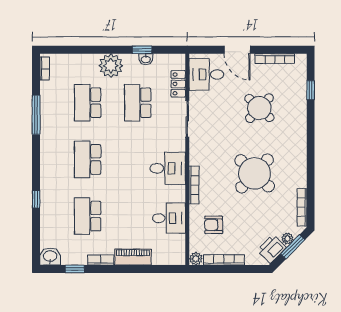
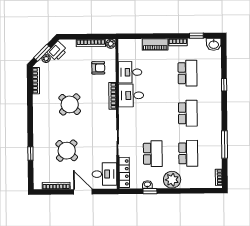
locker: (178, 84) -> (124, 172), width x1.53
window: (311, 90) -> (30, 153), moved
desk: (168, 168) -> (131, 95), moved
round table: (255, 173) -> (70, 104), width x0.73, depth x0.73

